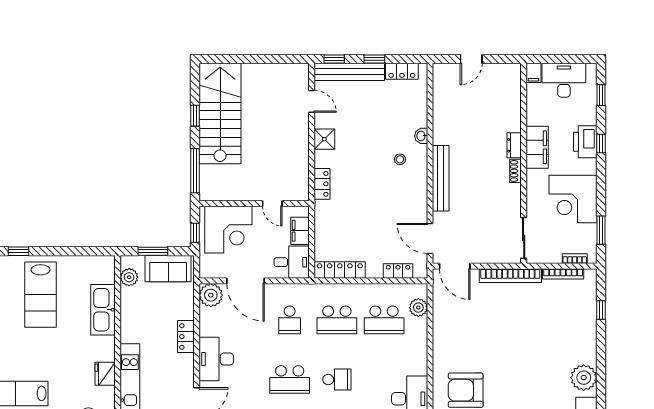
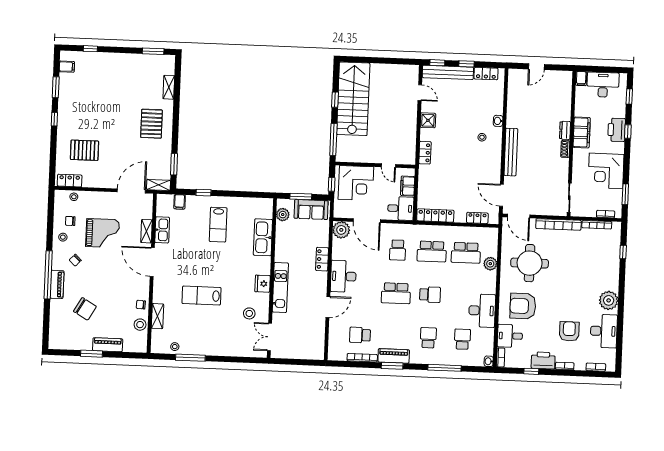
lab bench: (41, 295) -> (218, 225), width x0.73, depth x0.72
plant: (418, 308) -> (490, 264), moved
round table: (472, 331) -> (530, 263), added

